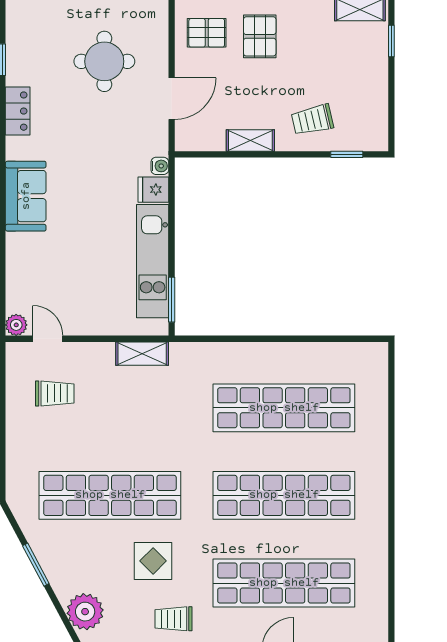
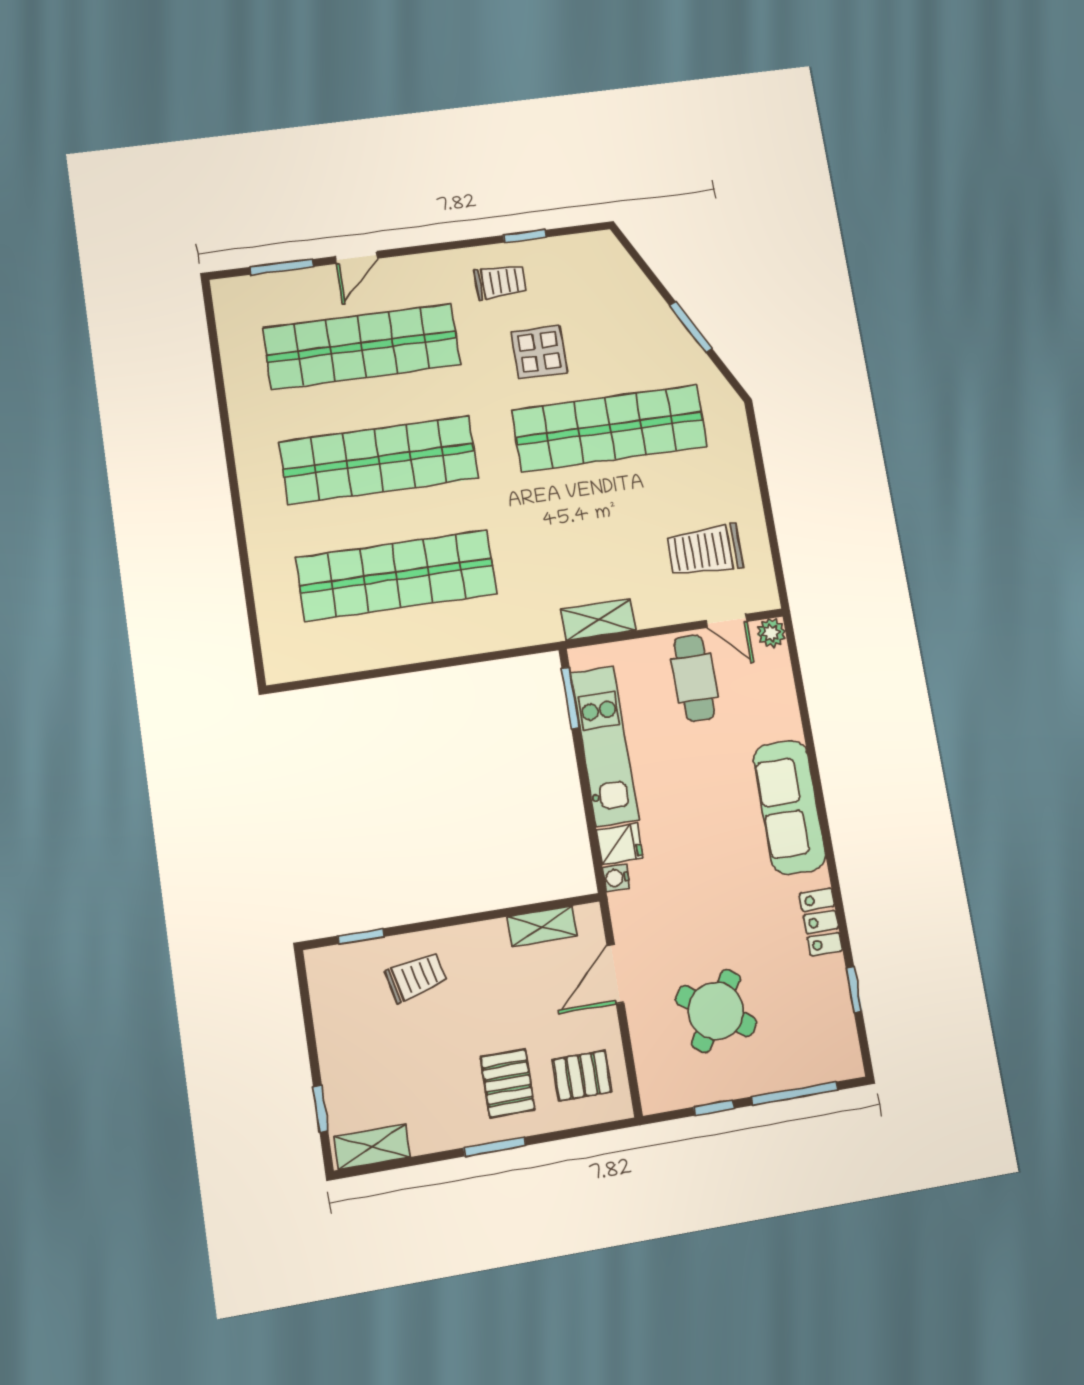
round table: (104, 61) -> (716, 1011), turned 34
shelving: (250, 141) -> (542, 926), moved
sofa: (26, 196) -> (789, 807), width x1.36
cafe table: (79, 300) -> (694, 678), added
trolley: (55, 393) -> (705, 550), width x1.36, depth x1.39
plant: (85, 612) -> (617, 276), removed

